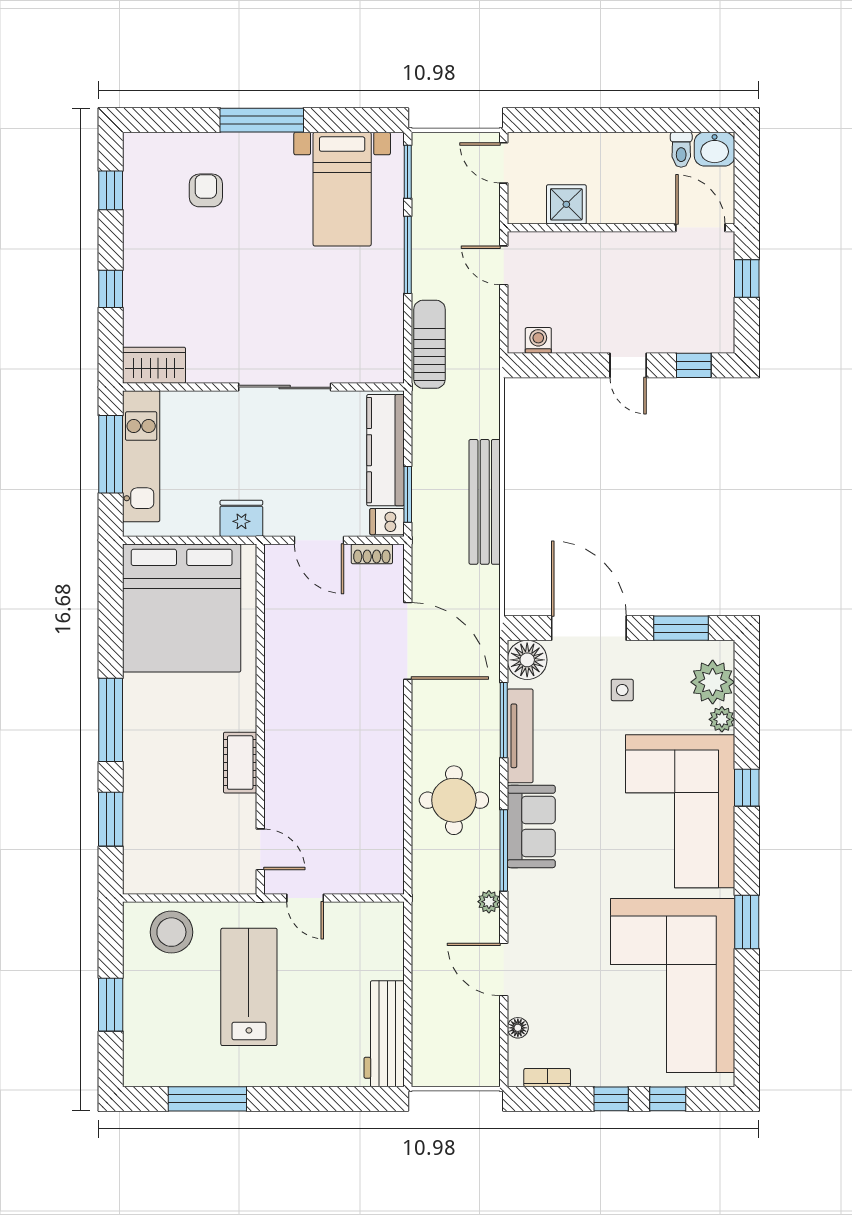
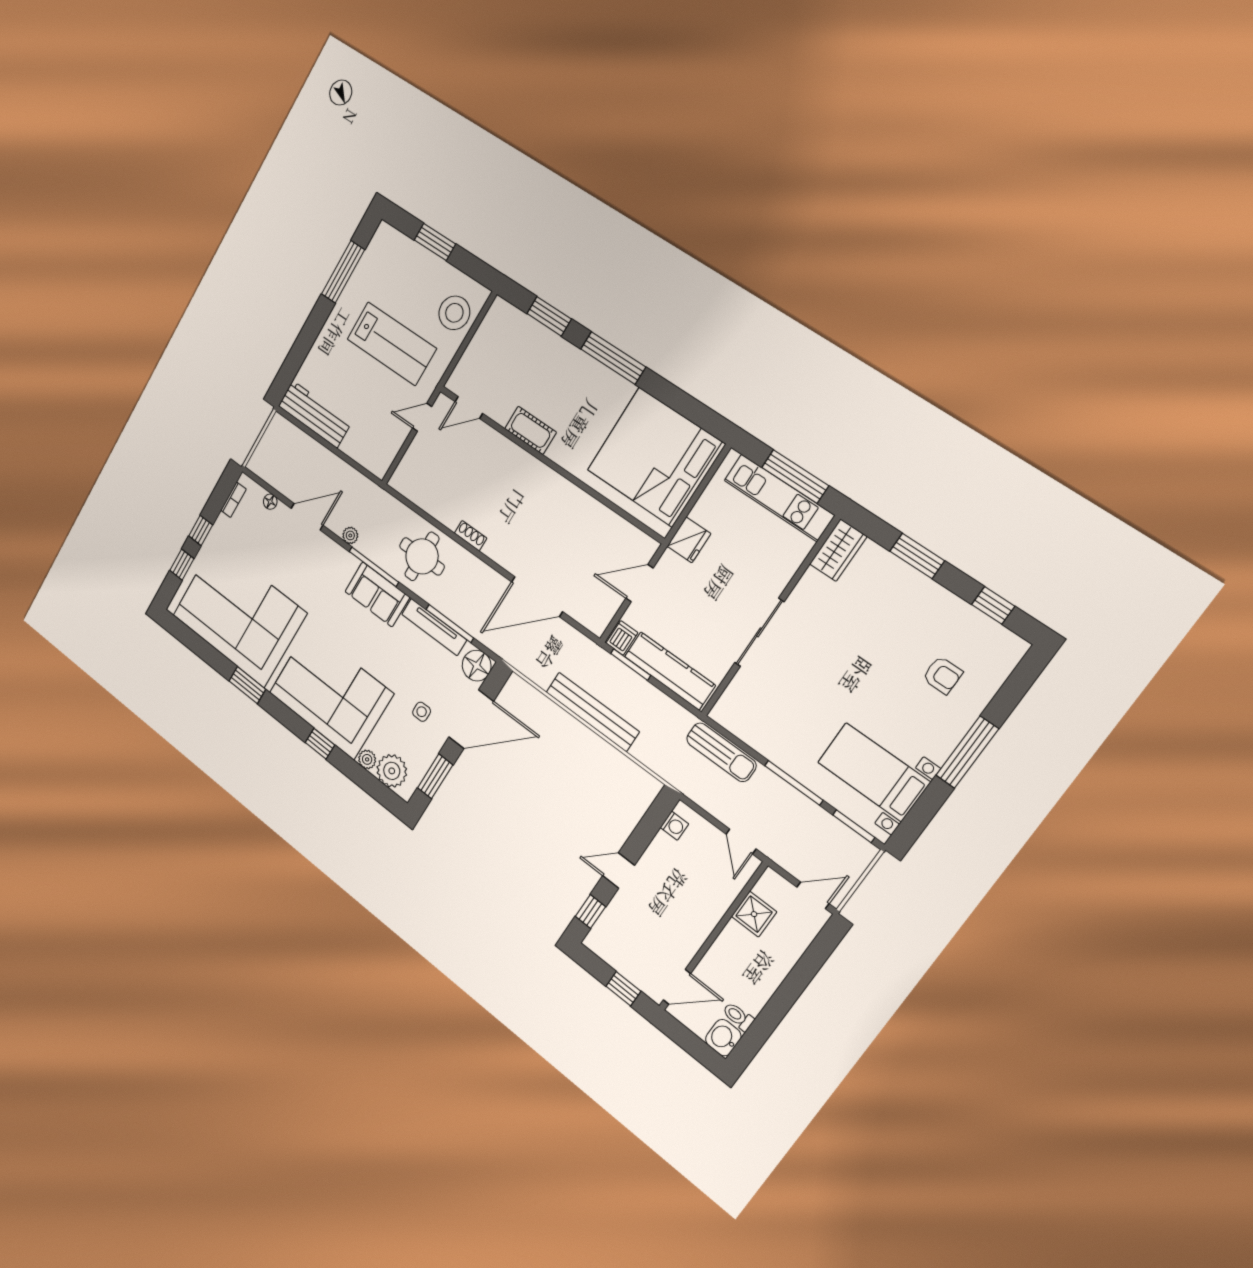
door: (504, 265) -> (741, 841), swing flipped
window: (111, 289) -> (917, 556), width x1.50
shoe rack: (372, 554) -> (471, 536), moved, turned 90

